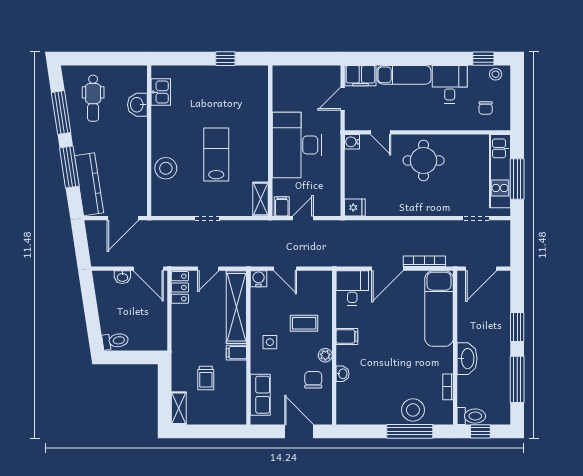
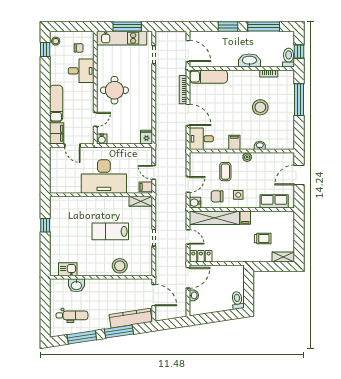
desk: (450, 84) -> (81, 71), moved, turned 180
exam couch: (439, 309) -> (208, 77), width x0.73, depth x0.69
chair: (313, 380) -> (217, 196), moved
stool: (413, 410) -> (260, 107), moved

